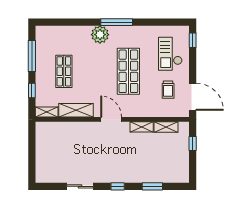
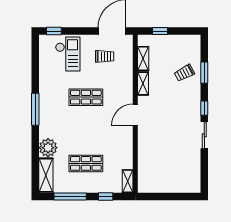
plant: (100, 35) -> (48, 148), moved
checkout: (170, 54) -> (68, 54), turned -90
shop shelf: (128, 71) -> (86, 97), width x0.70, depth x0.74
shelving: (76, 110) -> (46, 175), moved
trolley: (152, 167) -> (184, 73), added
sliding door: (80, 186) -> (204, 135), moved

